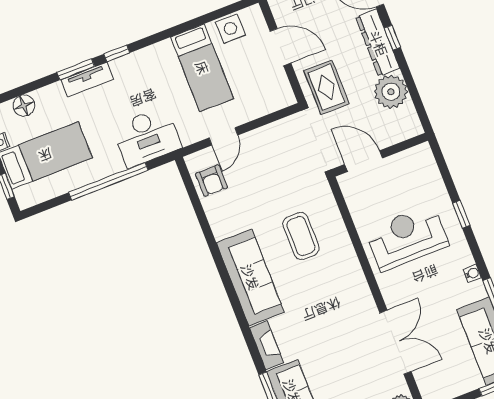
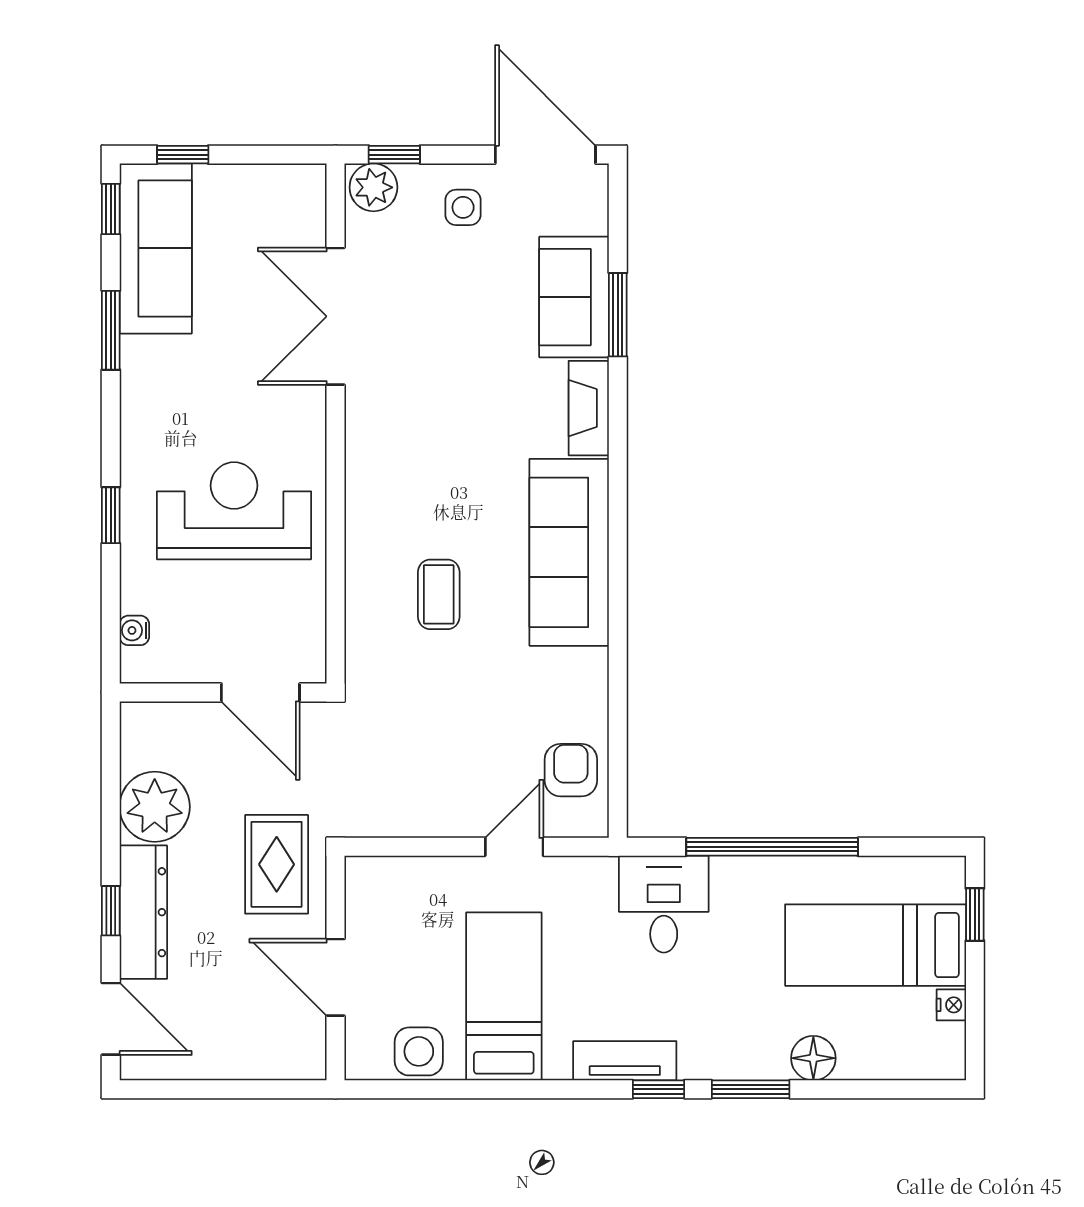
tv unit: (87, 80) -> (625, 1061), moved
floor lamp: (24, 106) -> (813, 1058), moved
desk: (147, 137) -> (664, 904), width x0.73
coffee table: (301, 236) -> (439, 594), width x0.73, depth x0.77
reception desk: (407, 238) -> (234, 511), turned 180
water cooler: (472, 273) -> (134, 630), moved

